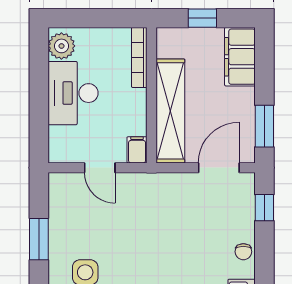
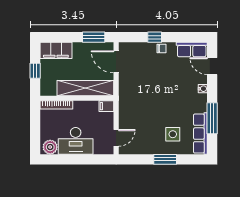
door: (100, 168) -> (116, 138), moved
window: (264, 208) -> (155, 37), moved
window: (39, 239) -> (165, 159), moved

